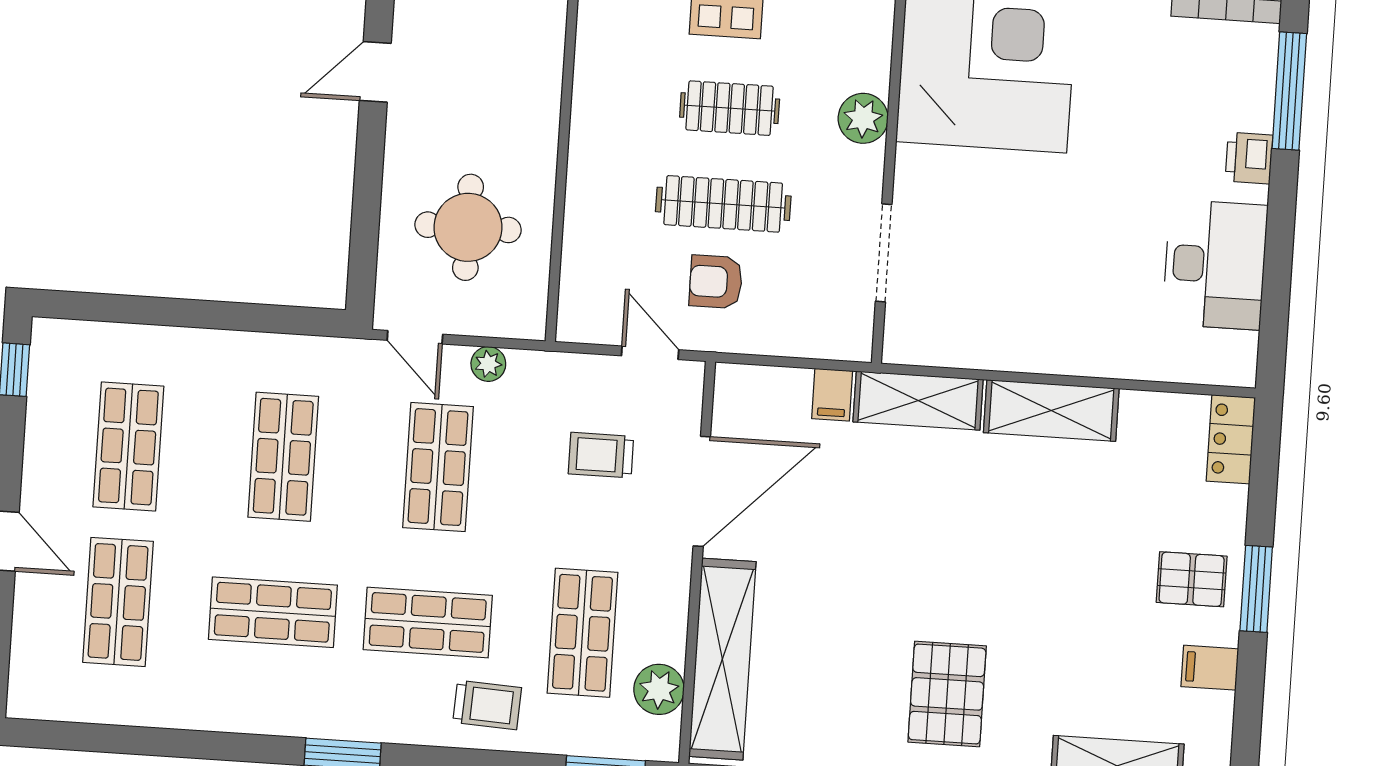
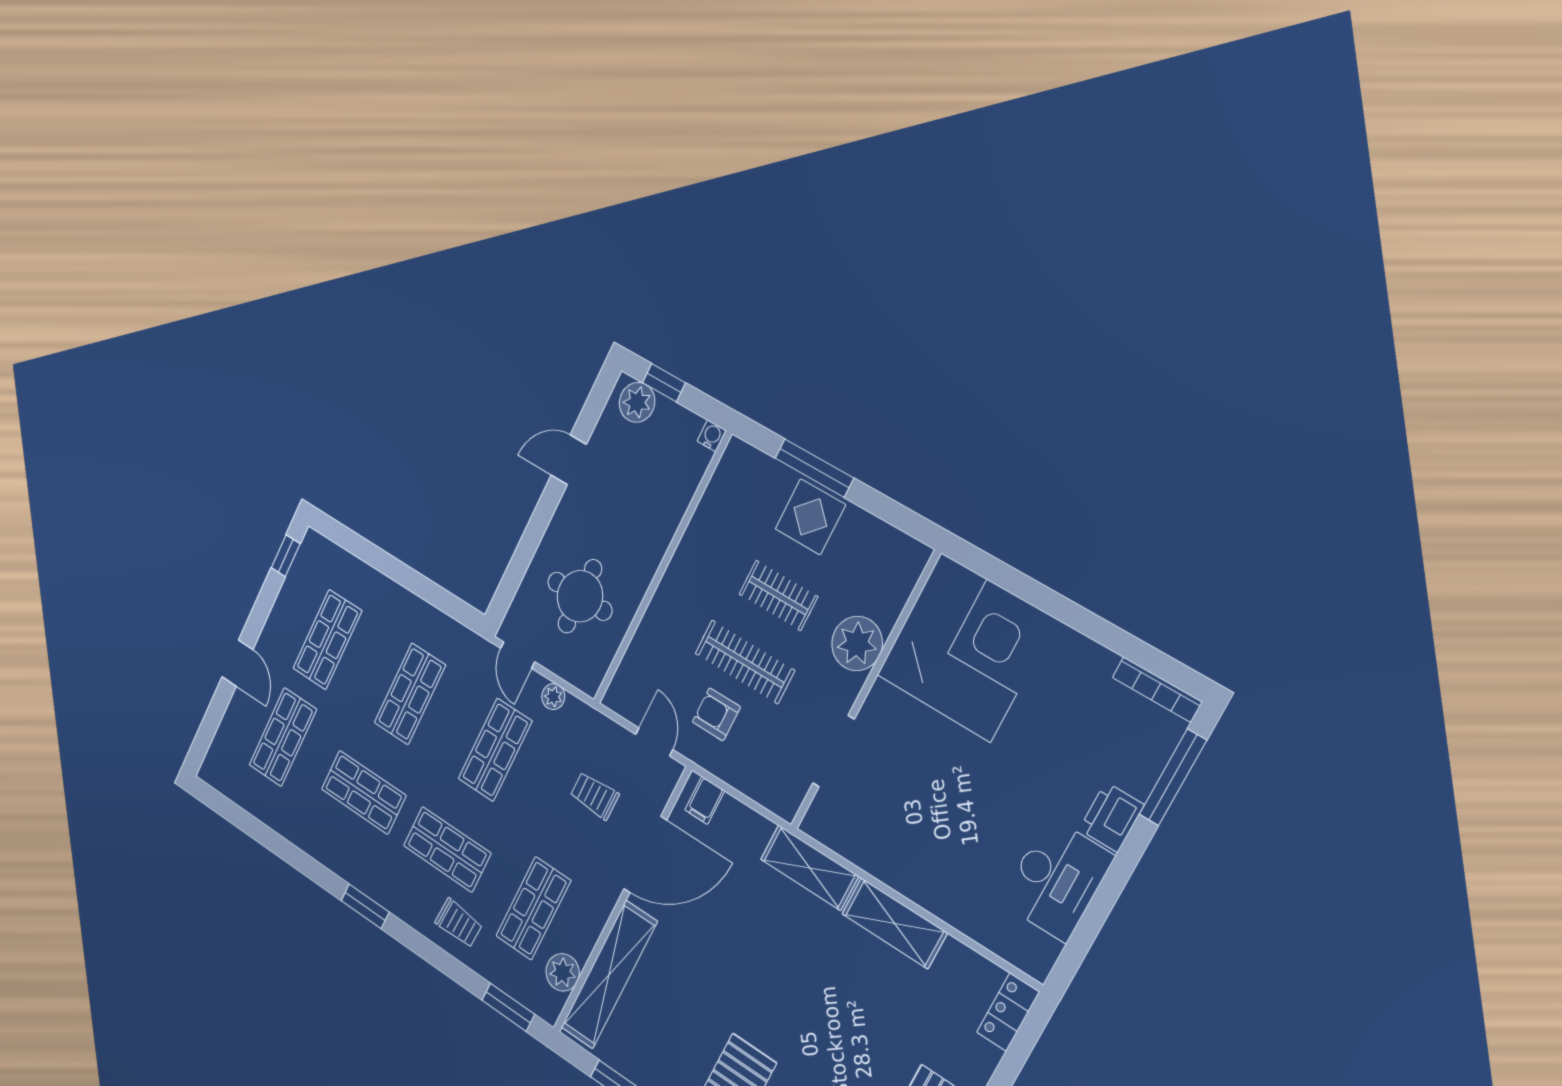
plant: (863, 118) -> (857, 644), width x1.36, depth x1.36
printer: (1249, 158) -> (1112, 817), width x1.36, depth x1.24
filing cabinet: (832, 395) -> (705, 801), moved

